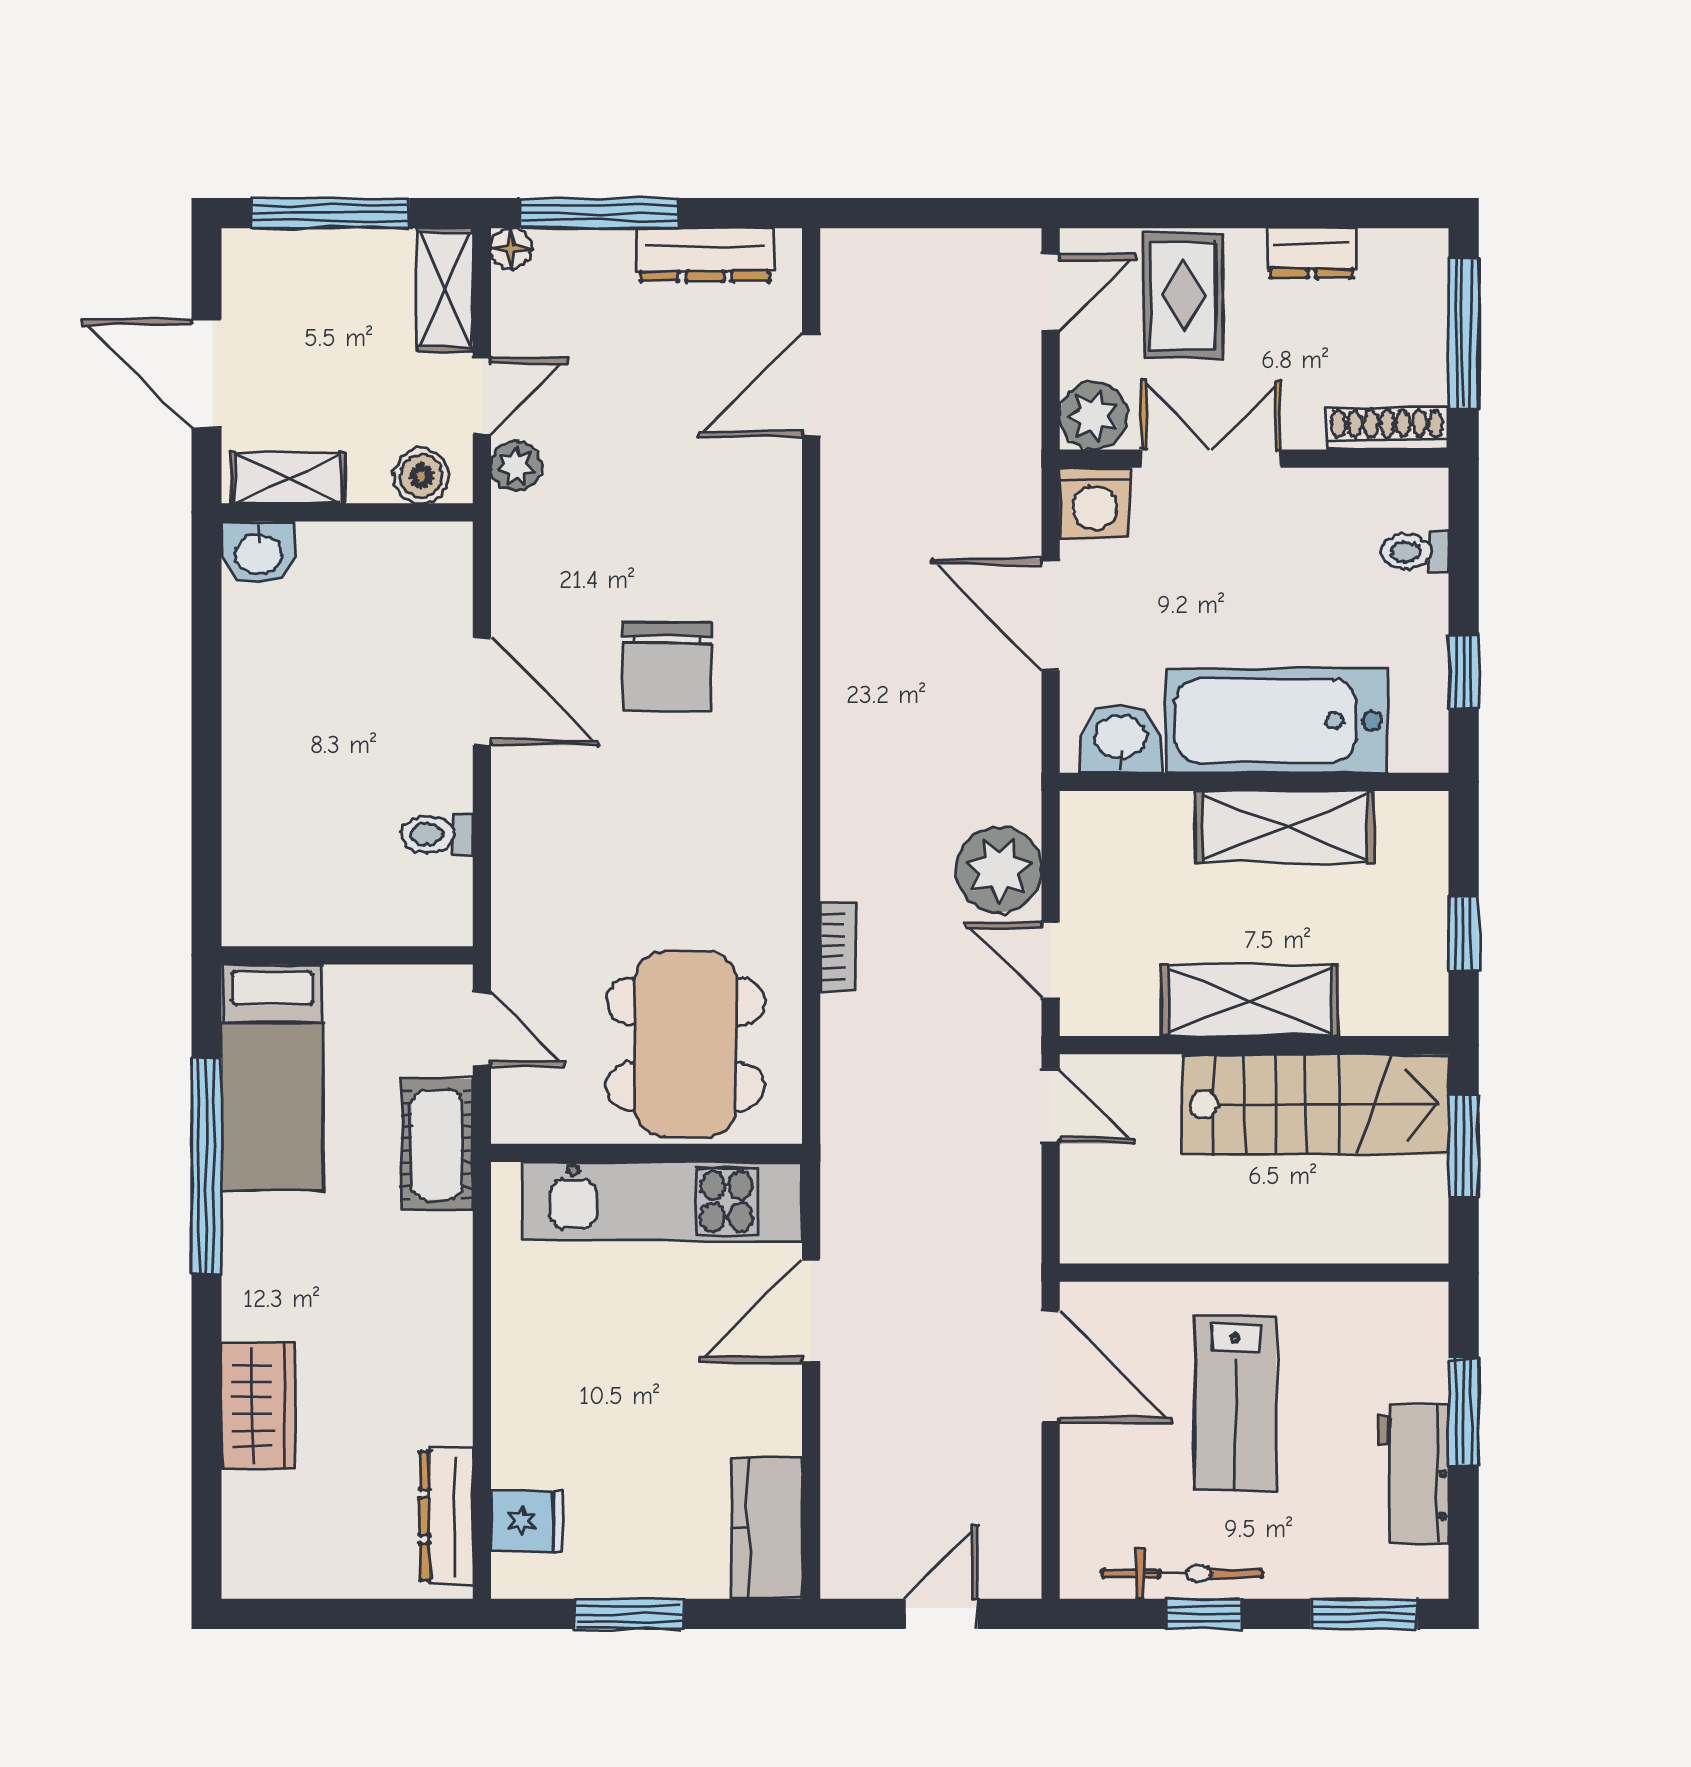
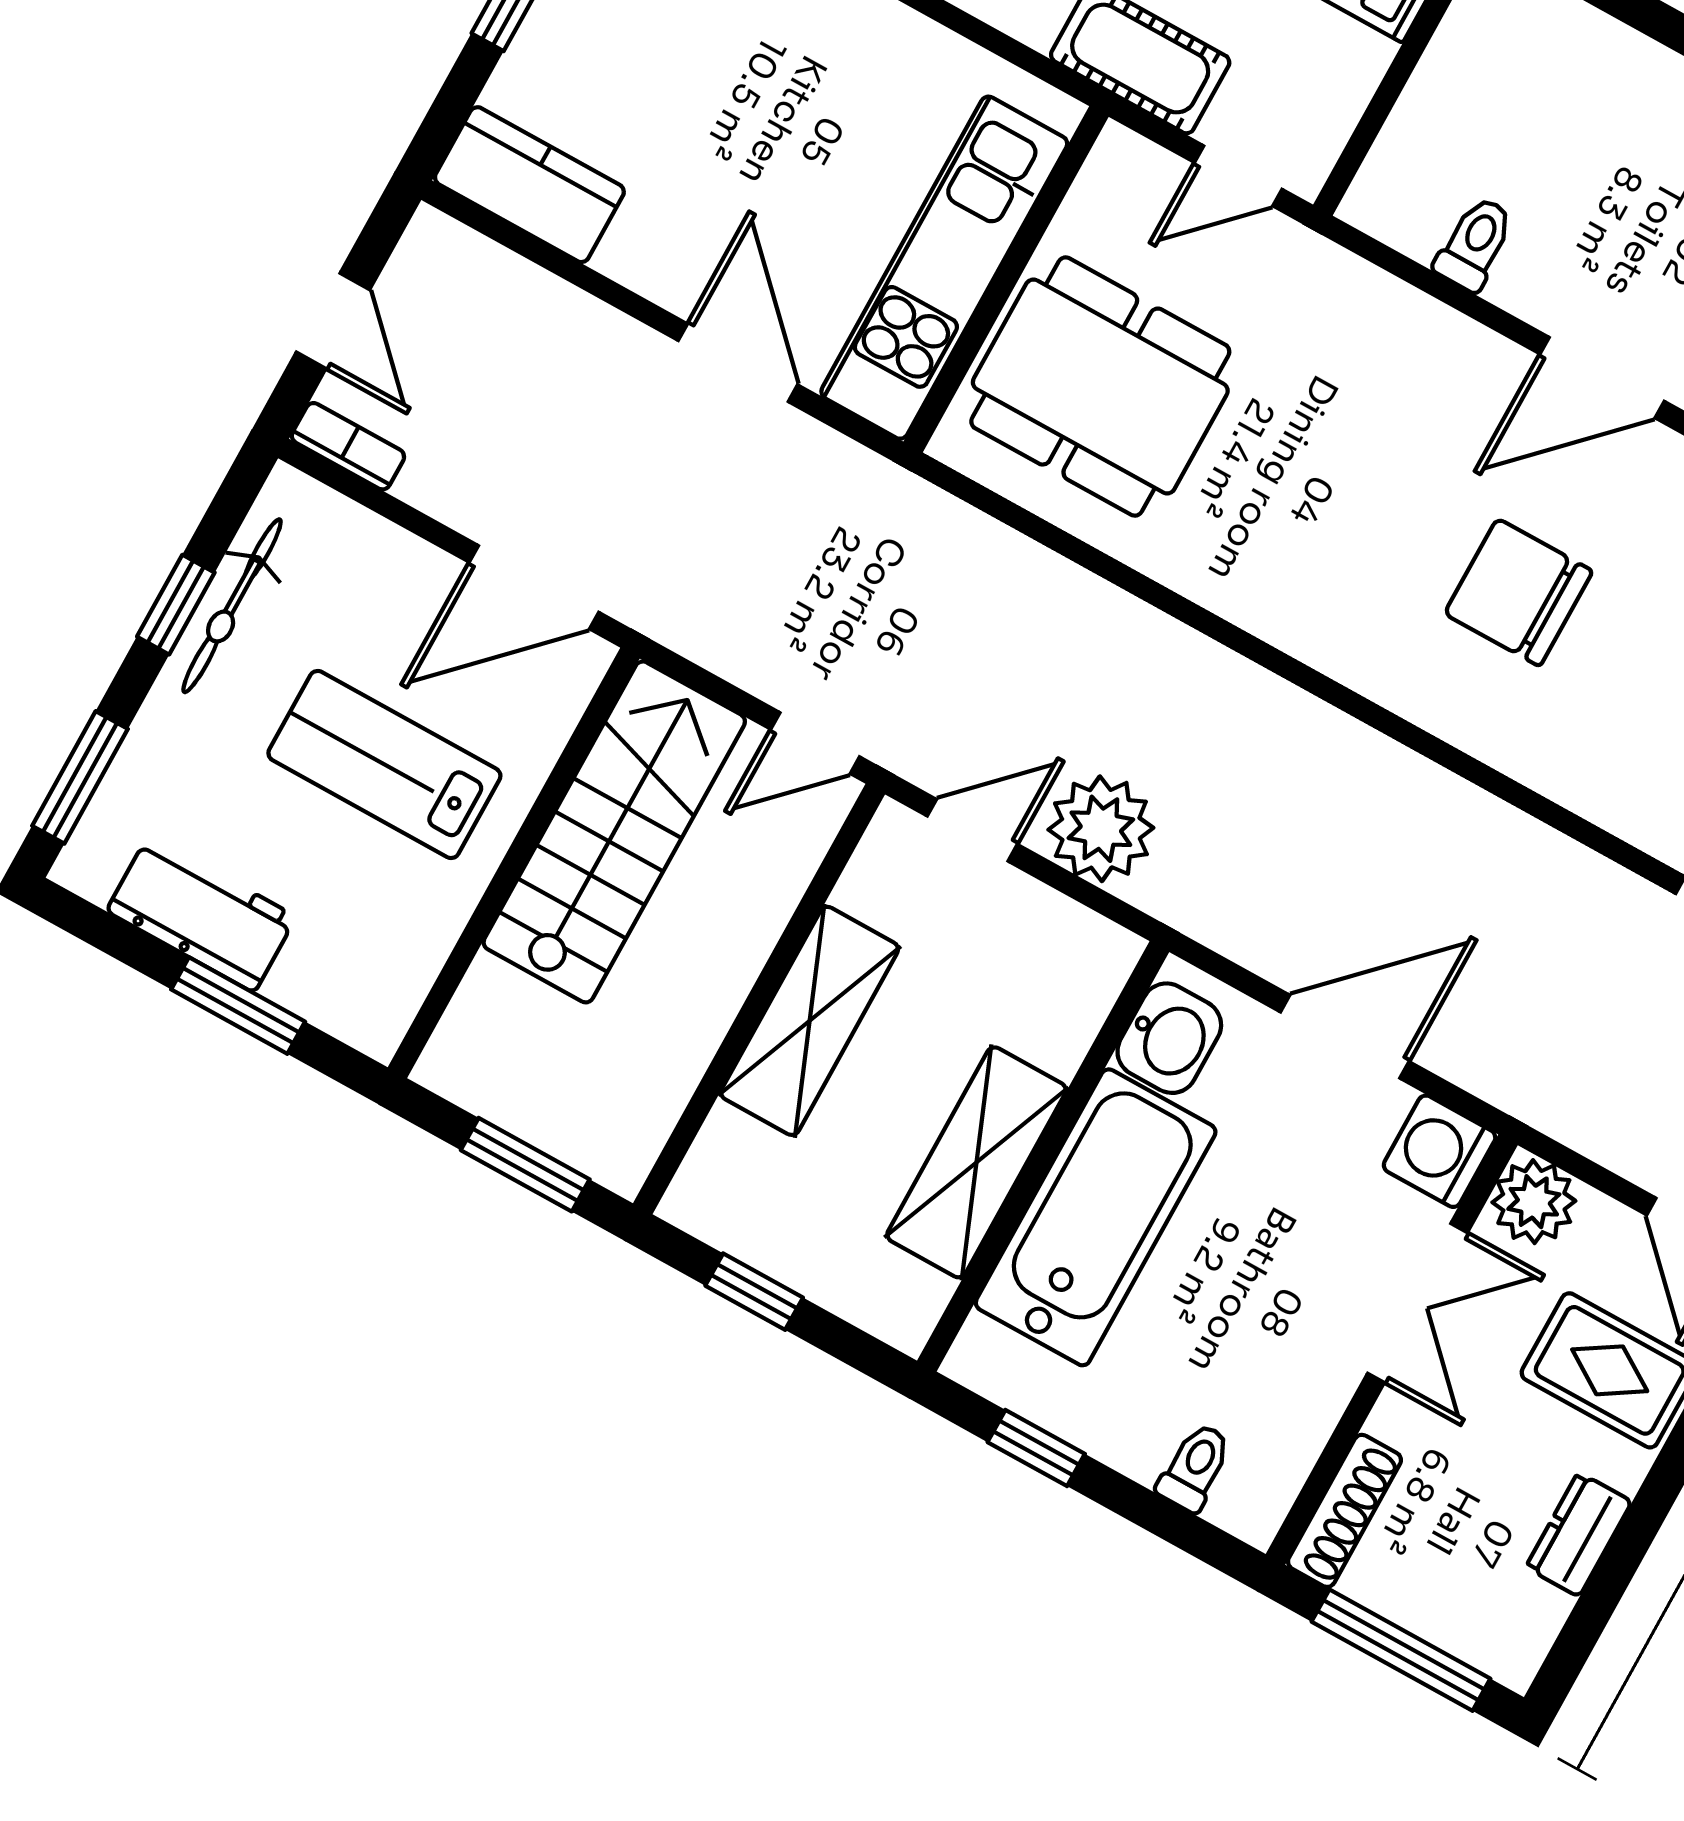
bookcase: (838, 946) -> (348, 446), moved, turned 180
stairs: (1316, 1104) -> (614, 832), moved, turned 180

